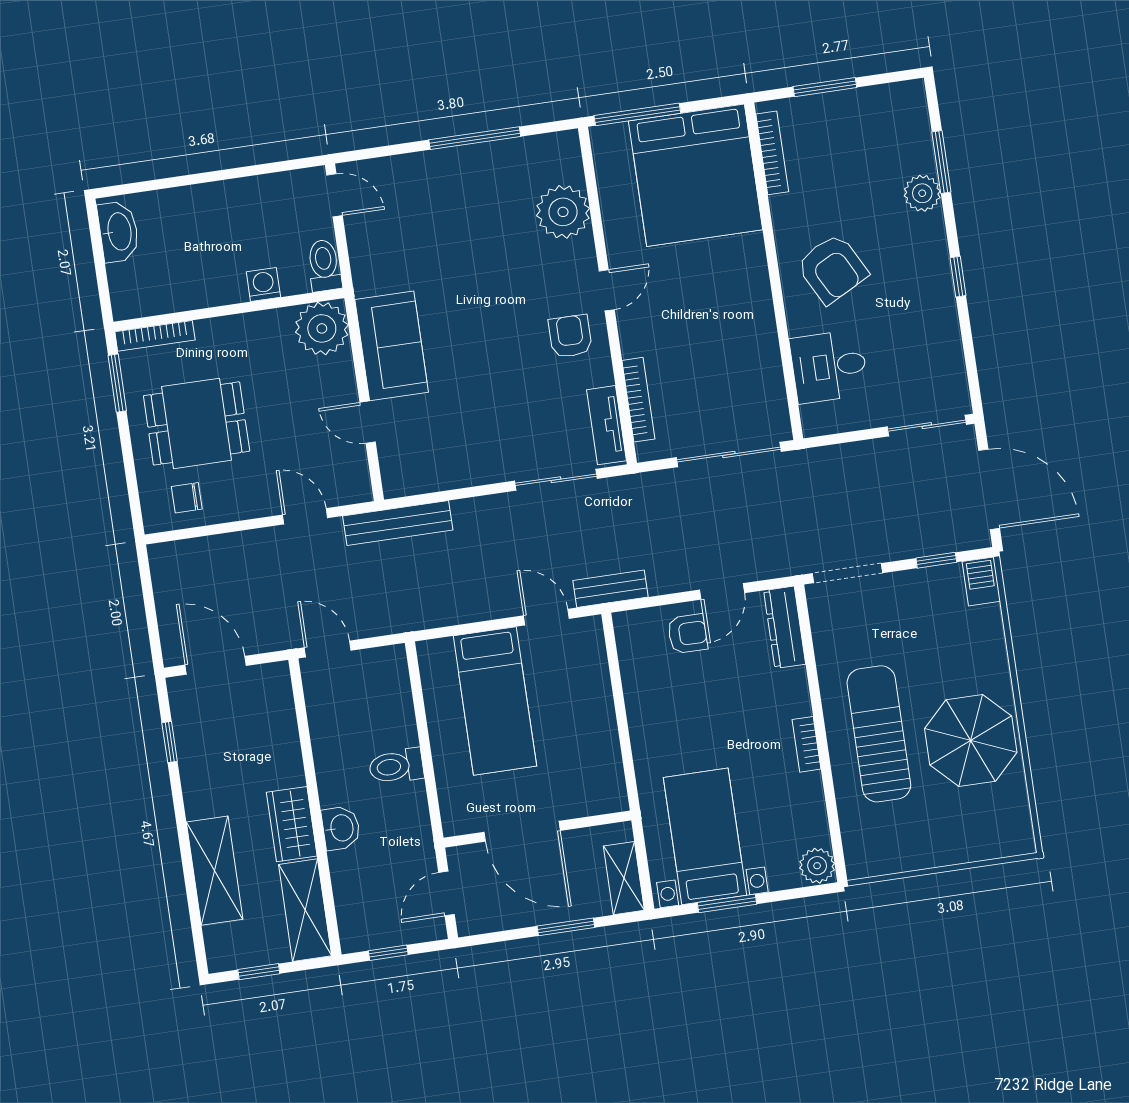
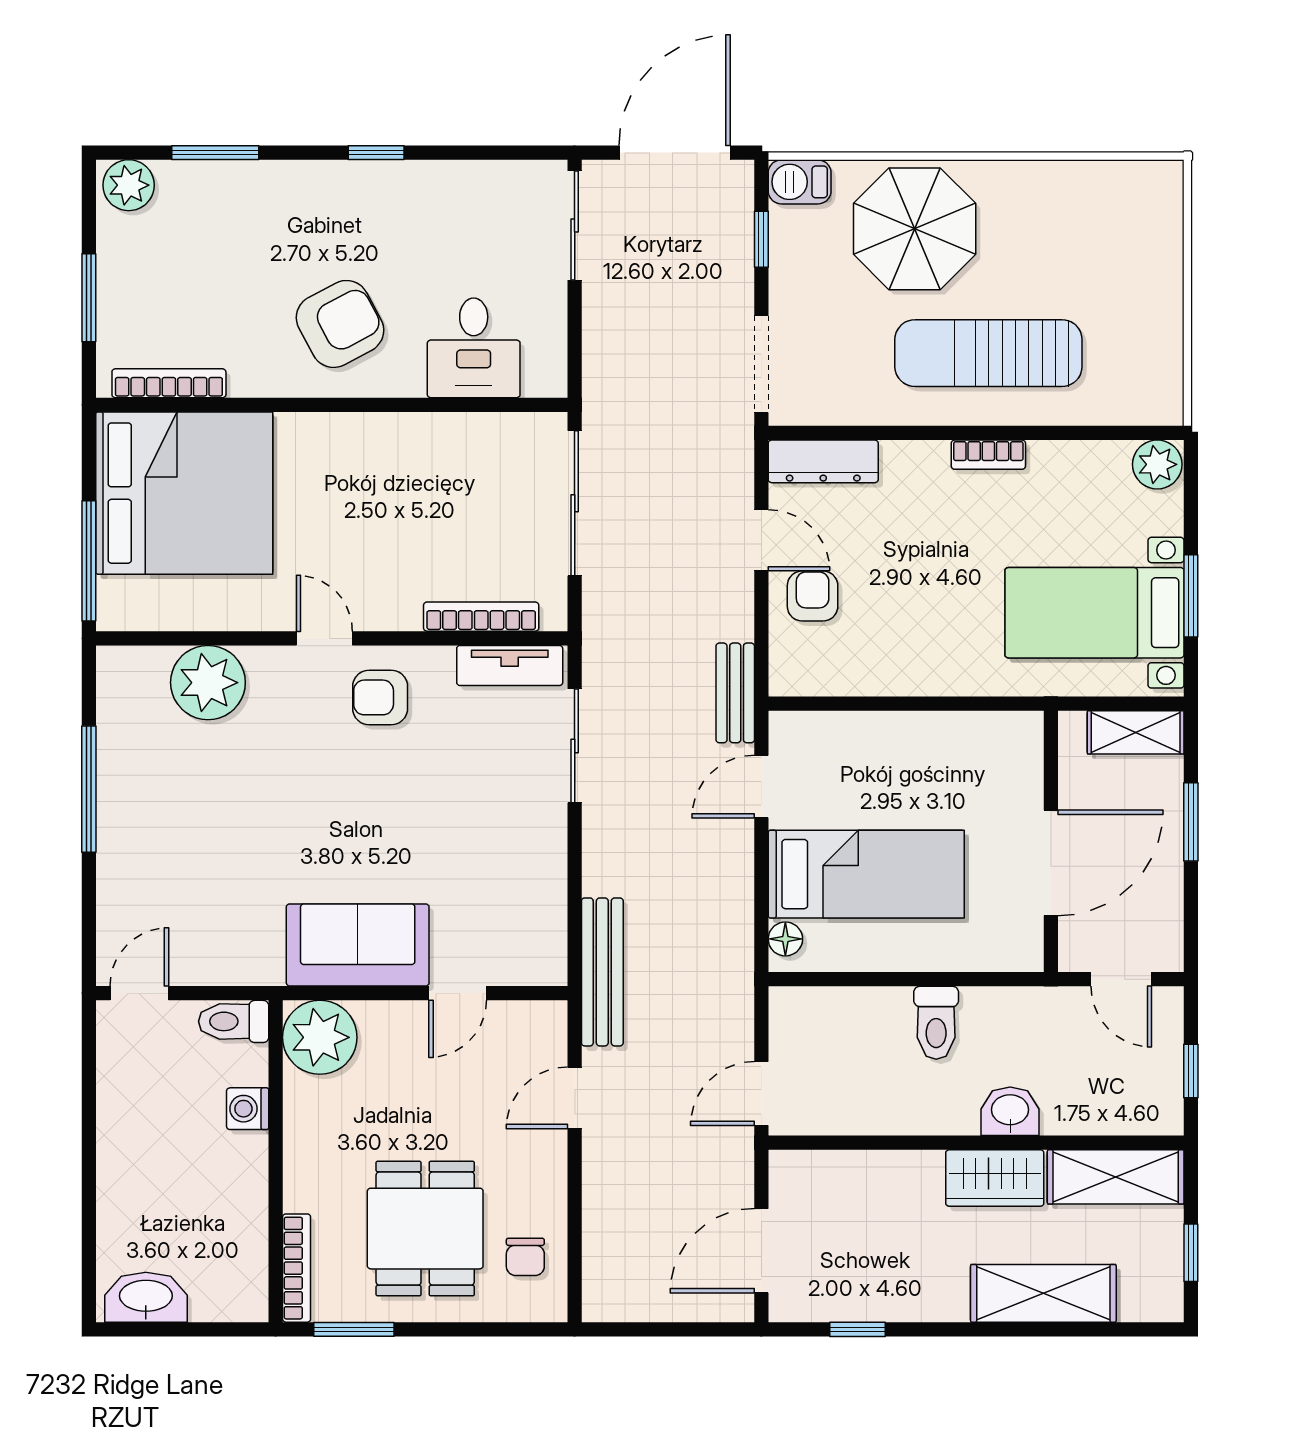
plant: (922, 193) -> (129, 185), moved
floor lamp: (440, 650) -> (785, 939), added
parasol: (971, 741) -> (915, 229), moved

